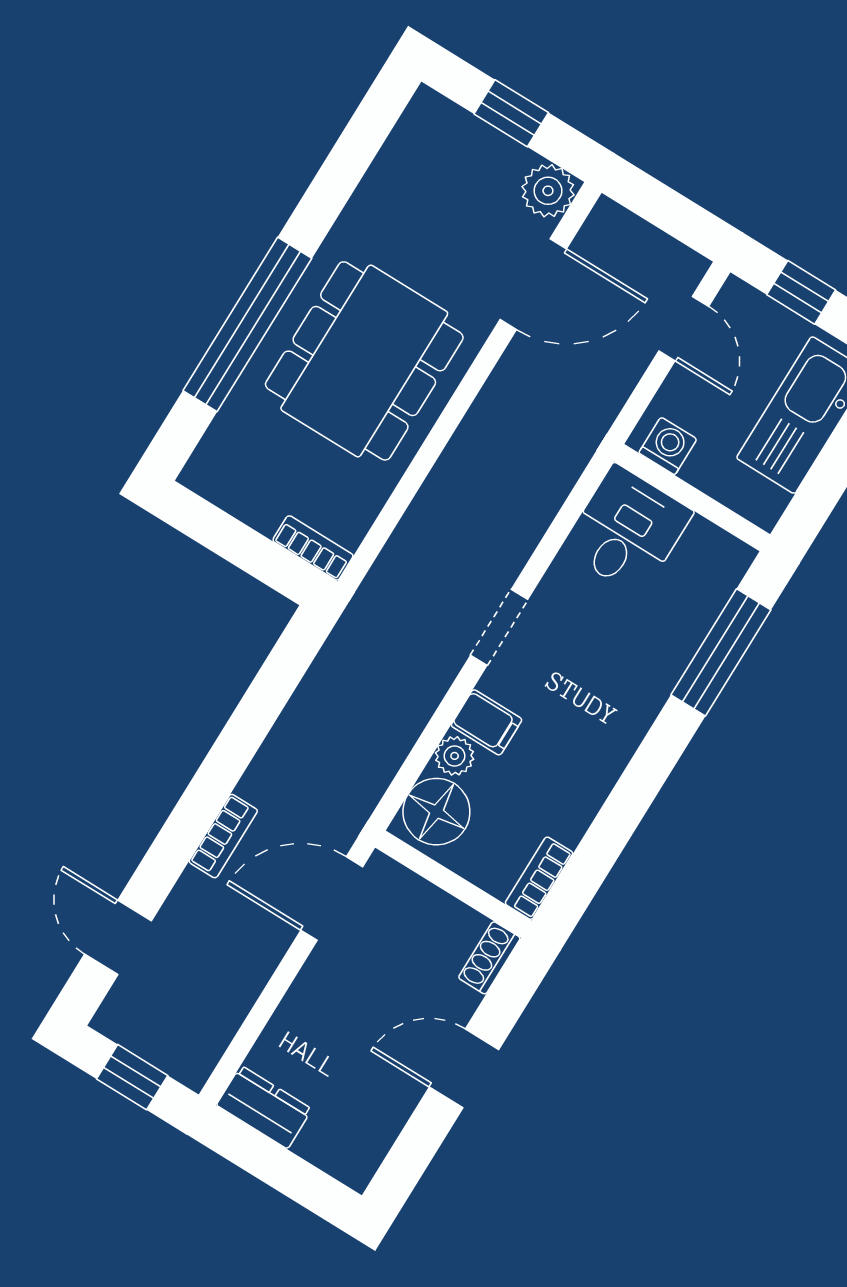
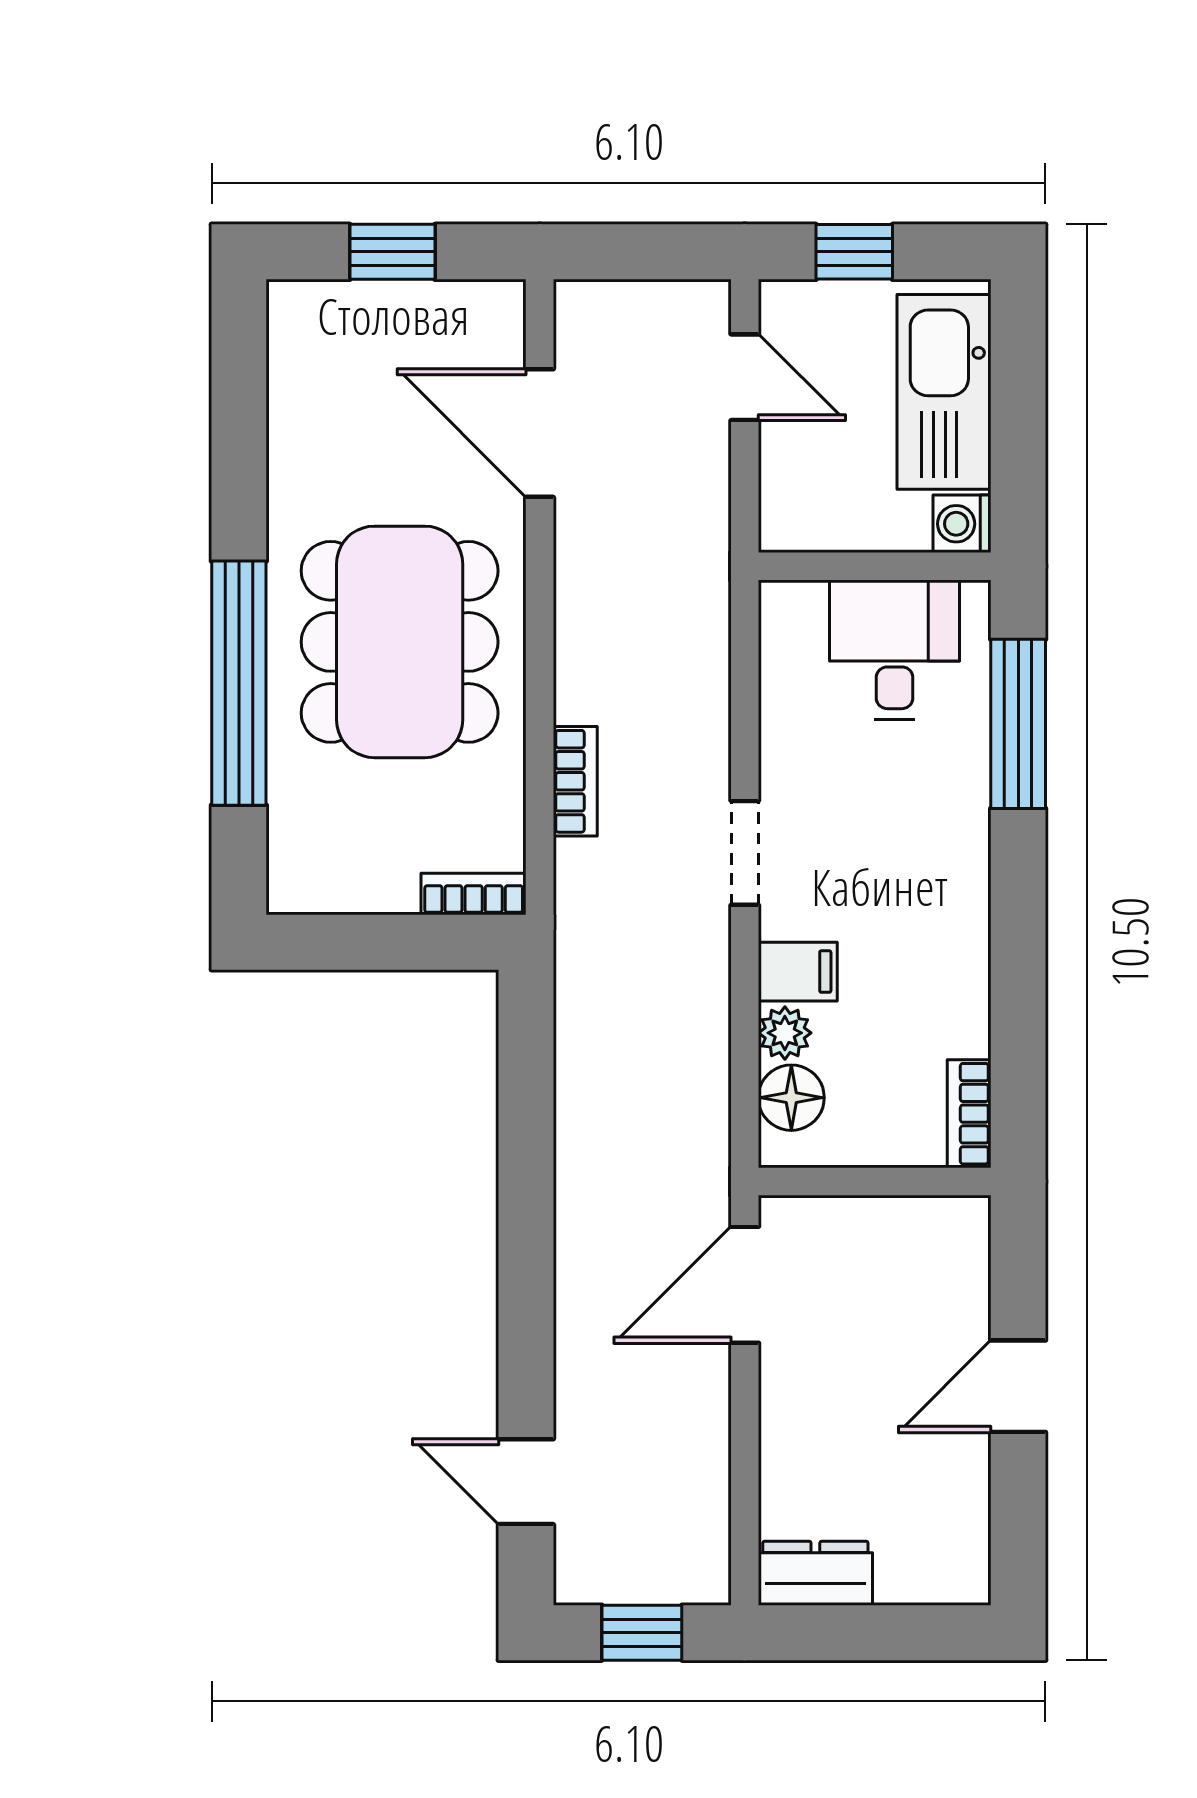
plant: (548, 191) -> (490, 315), removed
door: (533, 284) -> (540, 433), swing flipped
washing machine: (668, 446) -> (962, 524), moved, turned -90
desk: (627, 530) -> (895, 650), moved
floor lamp: (436, 812) -> (791, 1098), width x0.73, depth x0.73
bookcase: (223, 836) -> (575, 781), moved
shoe rack: (489, 958) -> (969, 1241), removed

